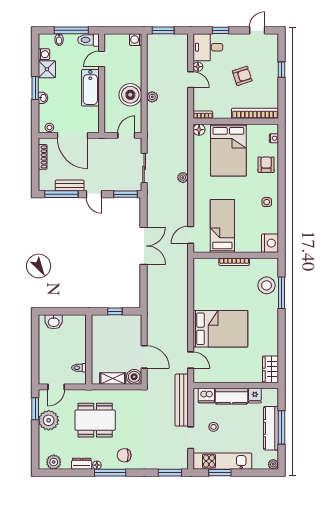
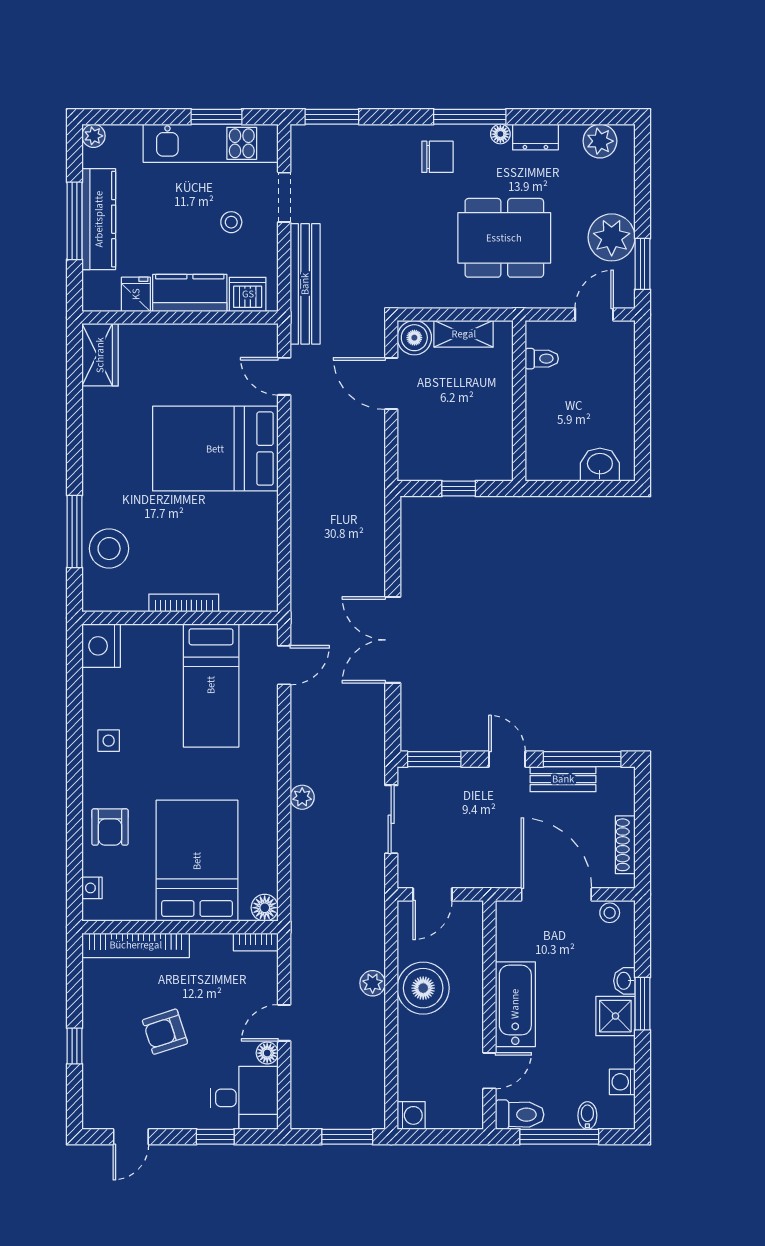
shower: (47, 69) -> (615, 1016), moved
door: (191, 80) -> (284, 1023), hinge flipped

